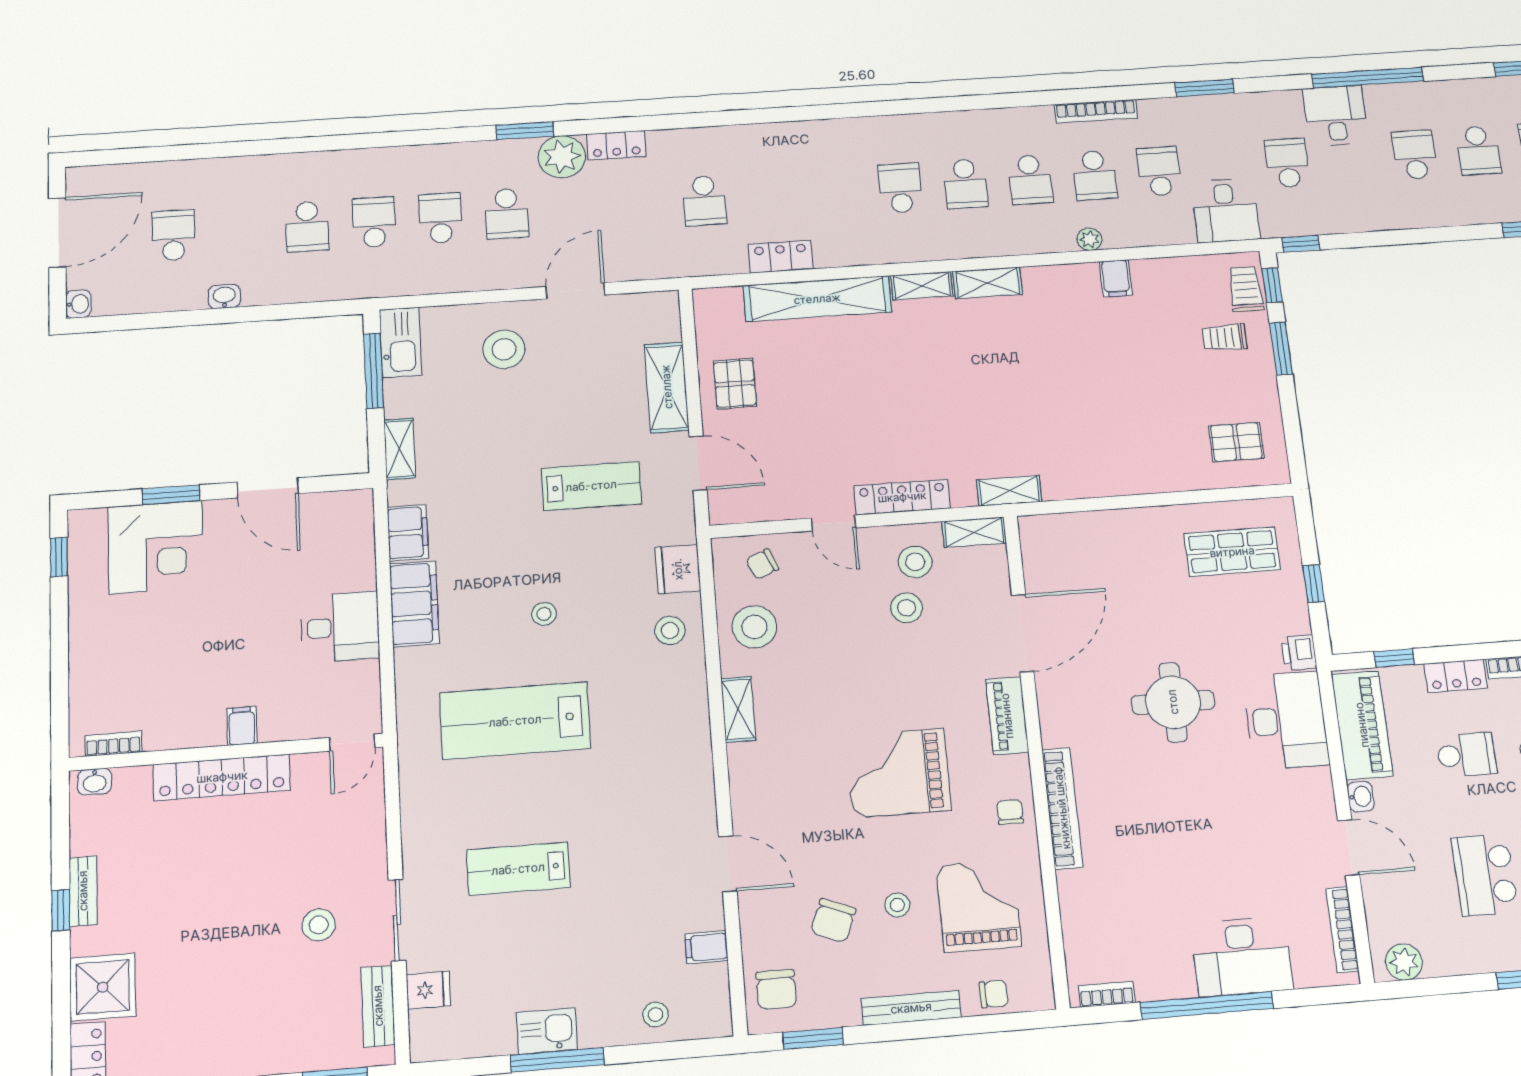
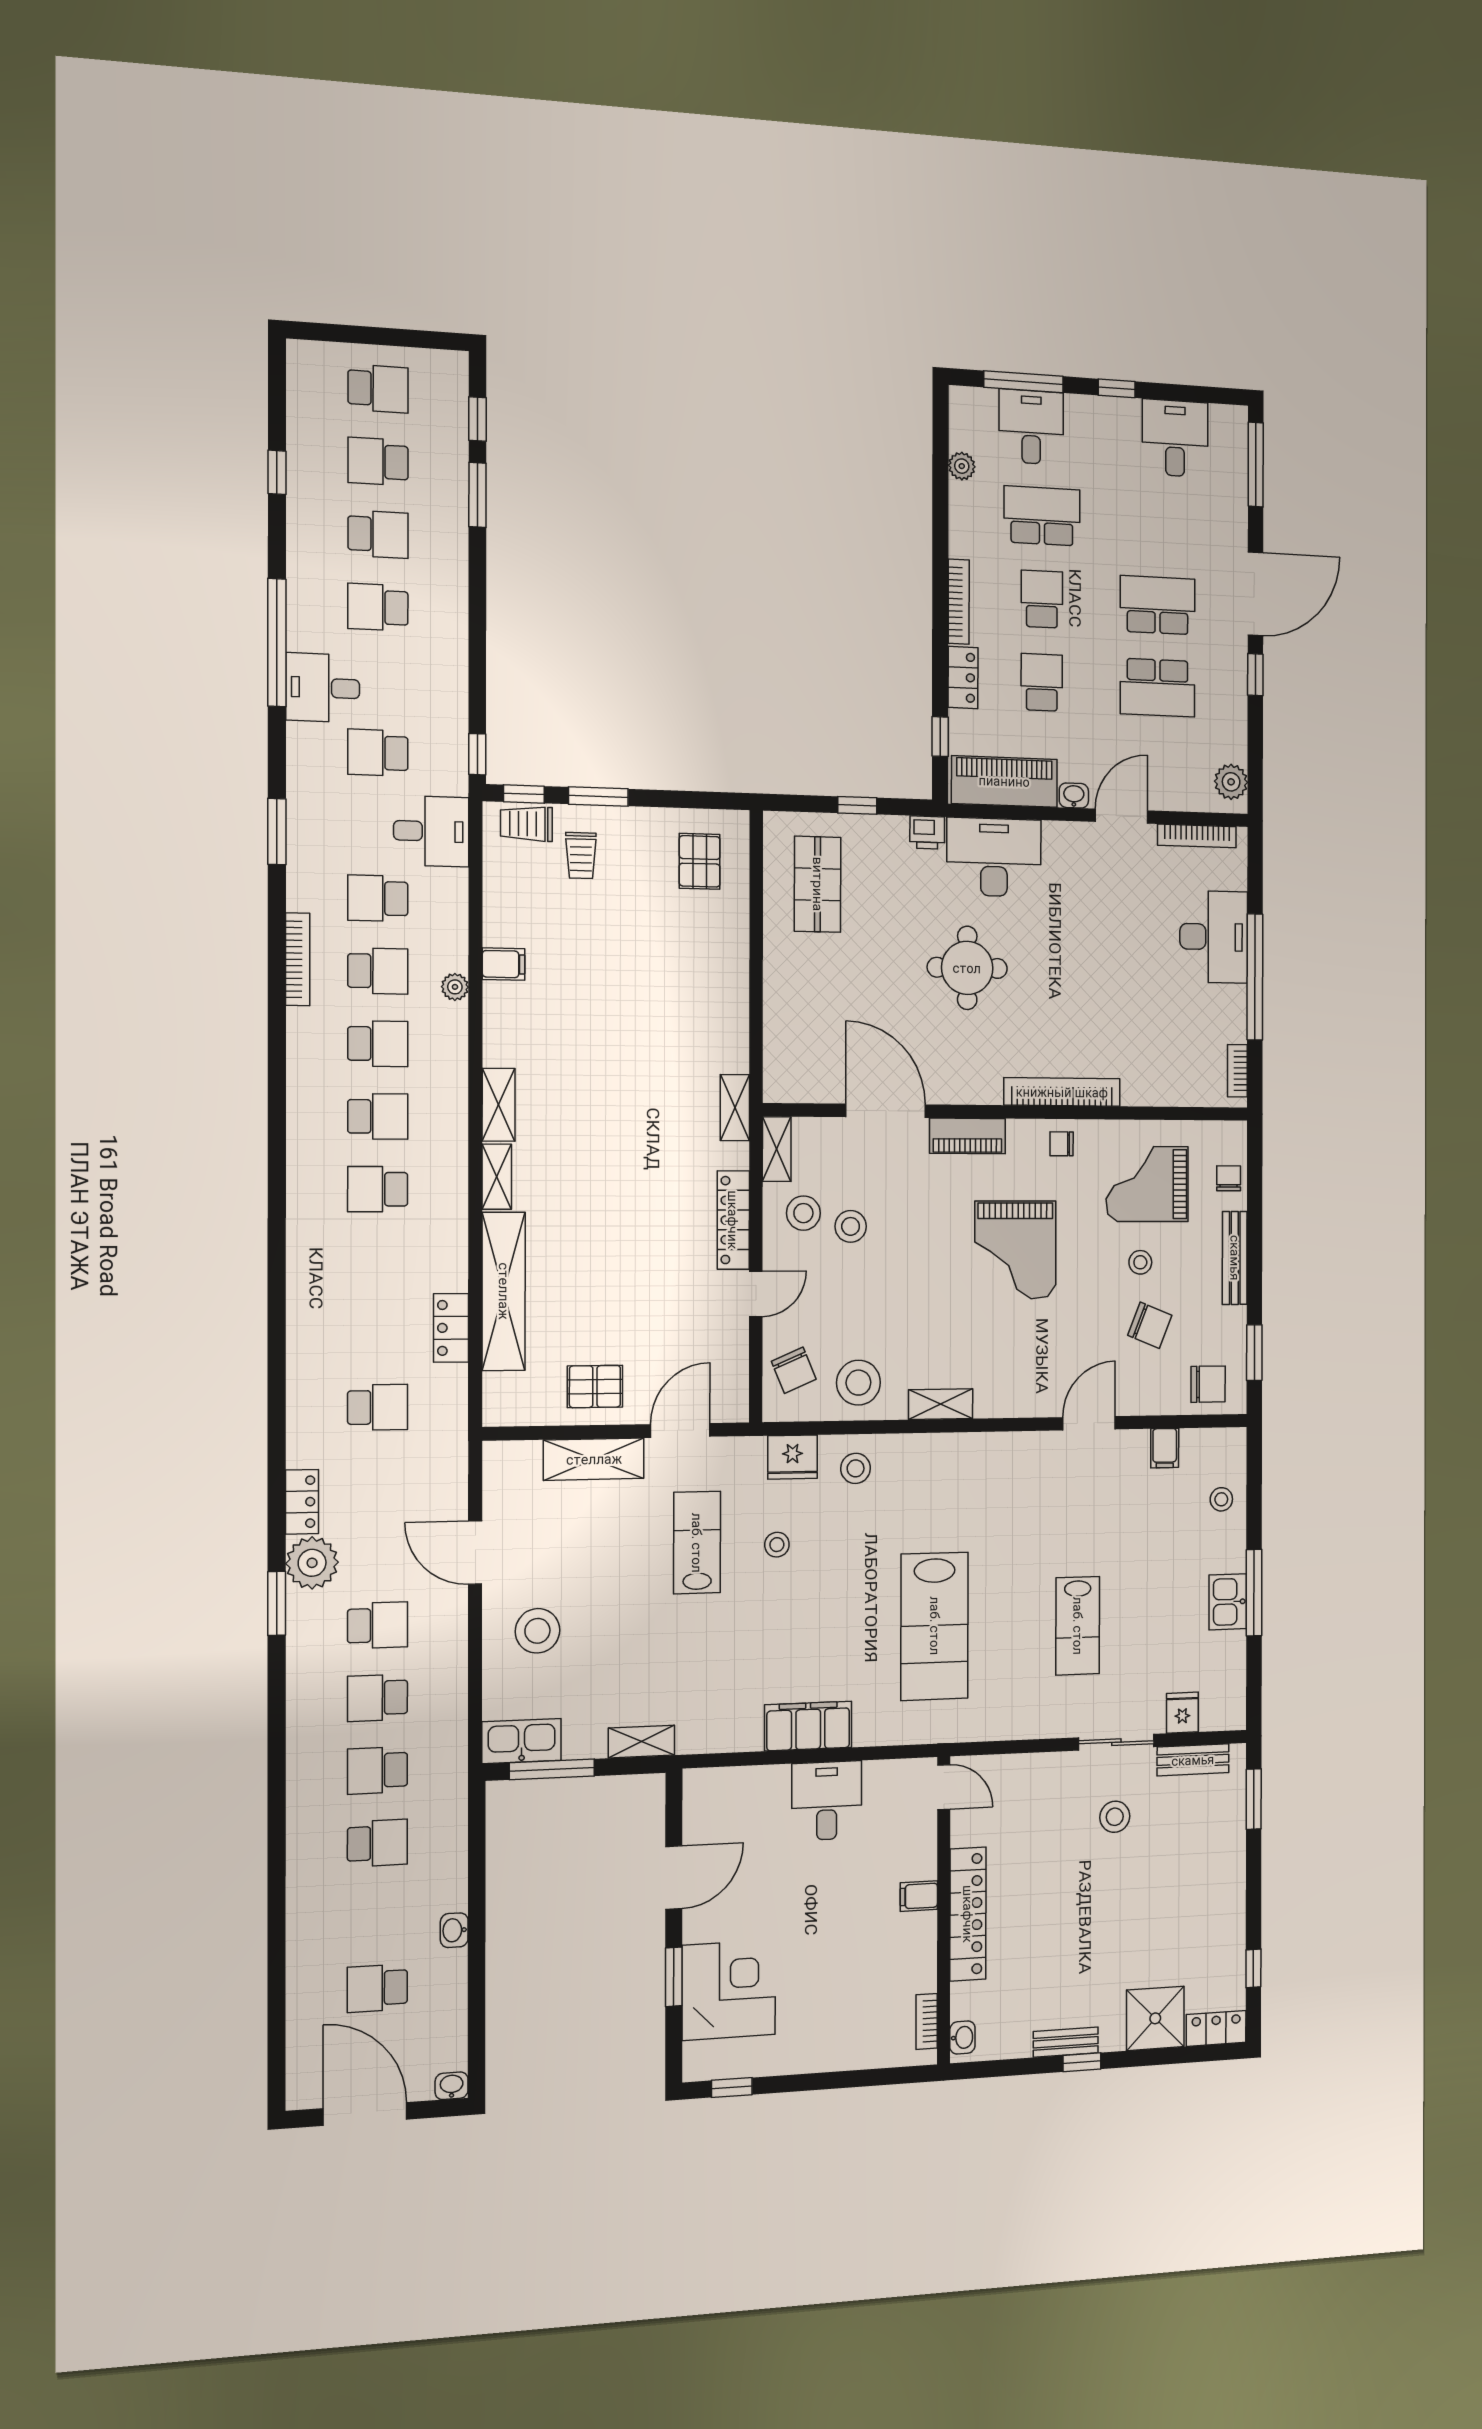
filing cabinet: (408, 533) -> (733, 1733), removed
chair: (762, 564) -> (794, 1370), width x1.37, depth x1.37
stool: (544, 614) -> (777, 1545), moved

